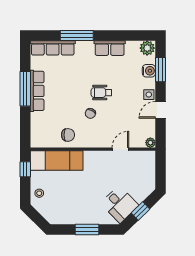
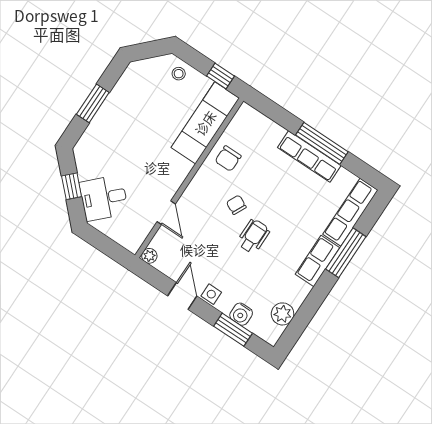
row of seats: (110, 48) -> (318, 261), moved
plant: (147, 48) -> (283, 314), moved
desk: (120, 204) -> (104, 198), moved

